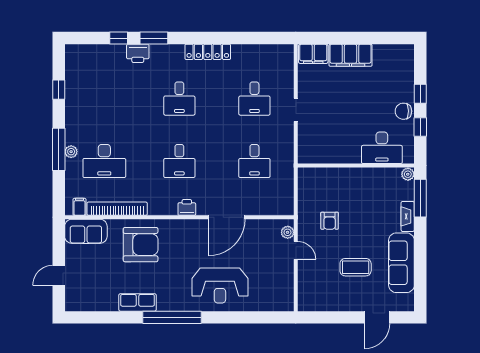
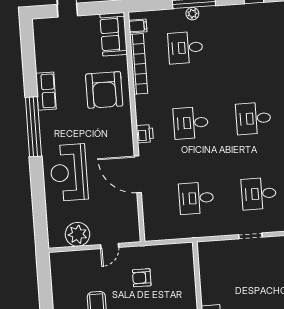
desk: (104, 161) -> (185, 48), width x0.73
plant: (288, 232) -> (77, 234), moved, width x1.87, depth x1.87

